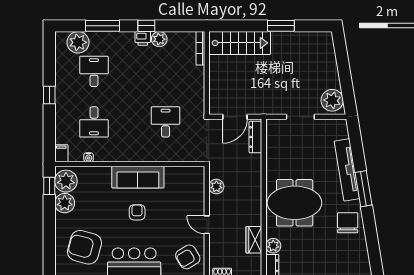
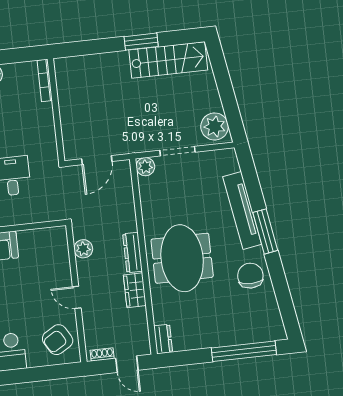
stairs: (240, 43) -> (168, 60), moved
dresser: (255, 137) -> (133, 253), moved
meeting table: (295, 203) -> (182, 258), turned 90
wardrobe: (254, 240) -> (135, 290), moved
plant: (273, 246) -> (145, 167), moved

